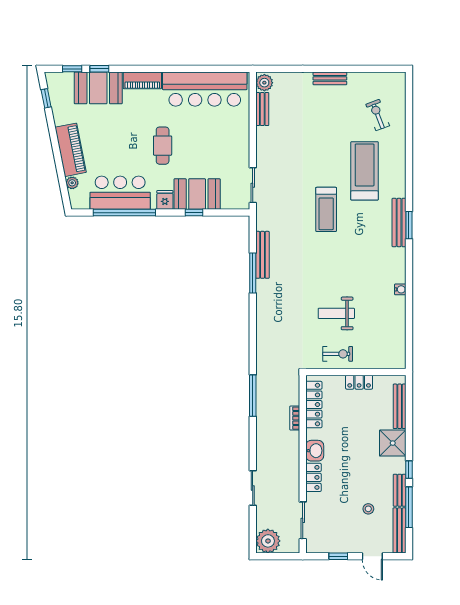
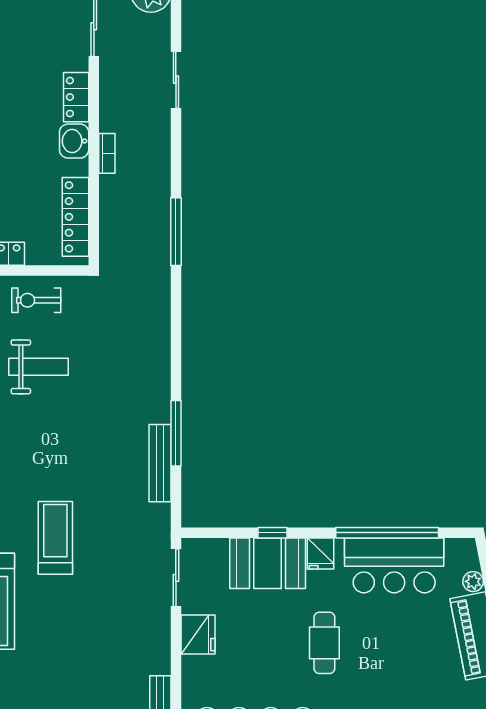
fridge: (239, 151) -> (198, 634), added
bookcase: (295, 418) -> (107, 153), moved

